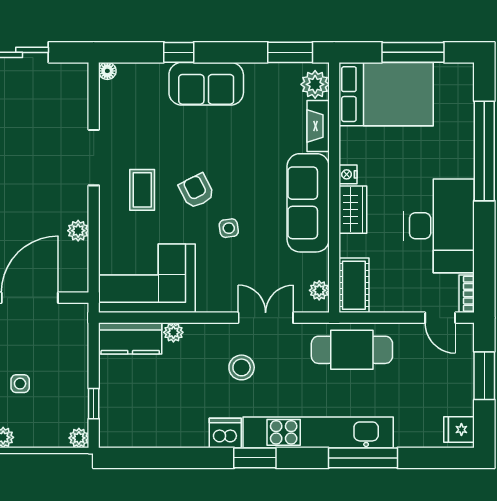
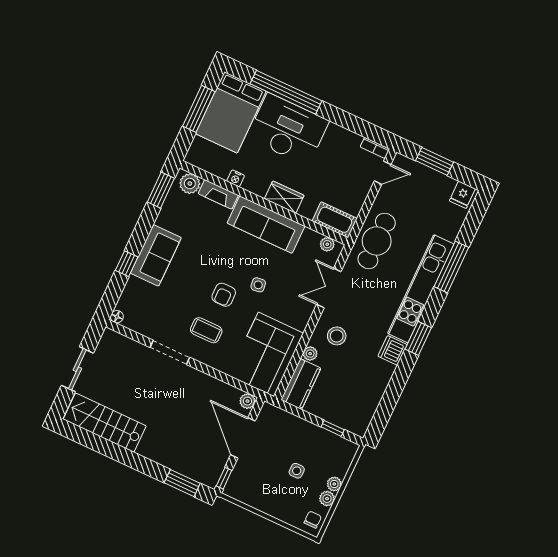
bed: (386, 94) -> (231, 112), moved, turned 180
nightstand: (348, 174) -> (236, 178), moved
armchair: (197, 191) -> (224, 295), turned -63
desk: (439, 226) -> (288, 129), moved
plant: (78, 231) -> (247, 401), moved
stool: (242, 367) -> (337, 336), moved
plant: (79, 438) -> (334, 484), moved

